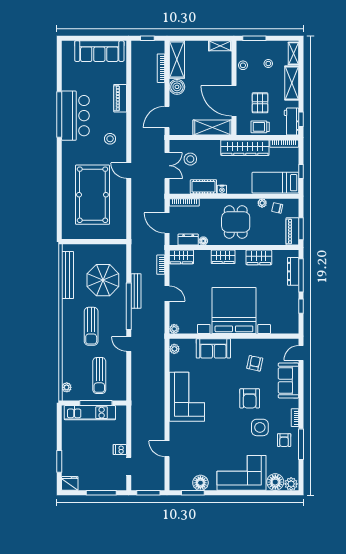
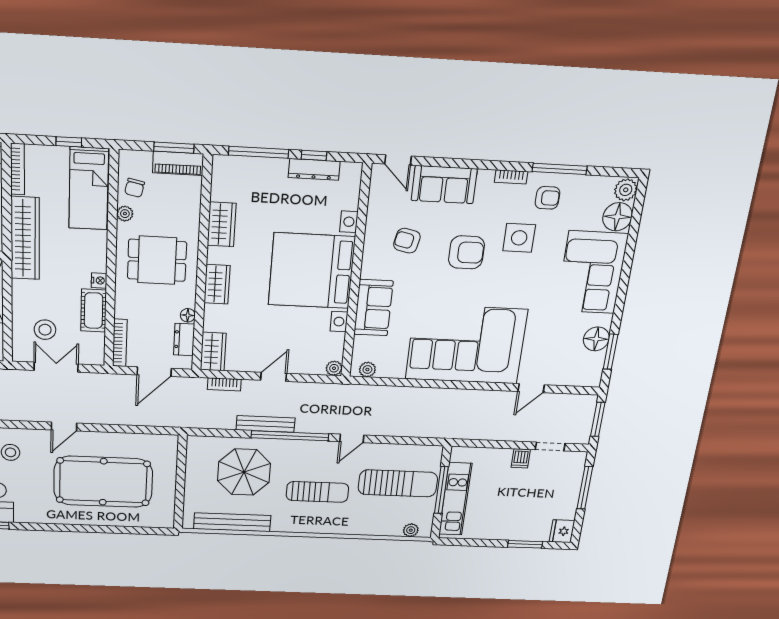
dresser: (293, 271) -> (314, 169), moved
sun lounger: (99, 376) -> (398, 483), width x1.36, depth x1.34
corner sofa: (187, 397) -> (466, 344), width x1.36, depth x1.36

